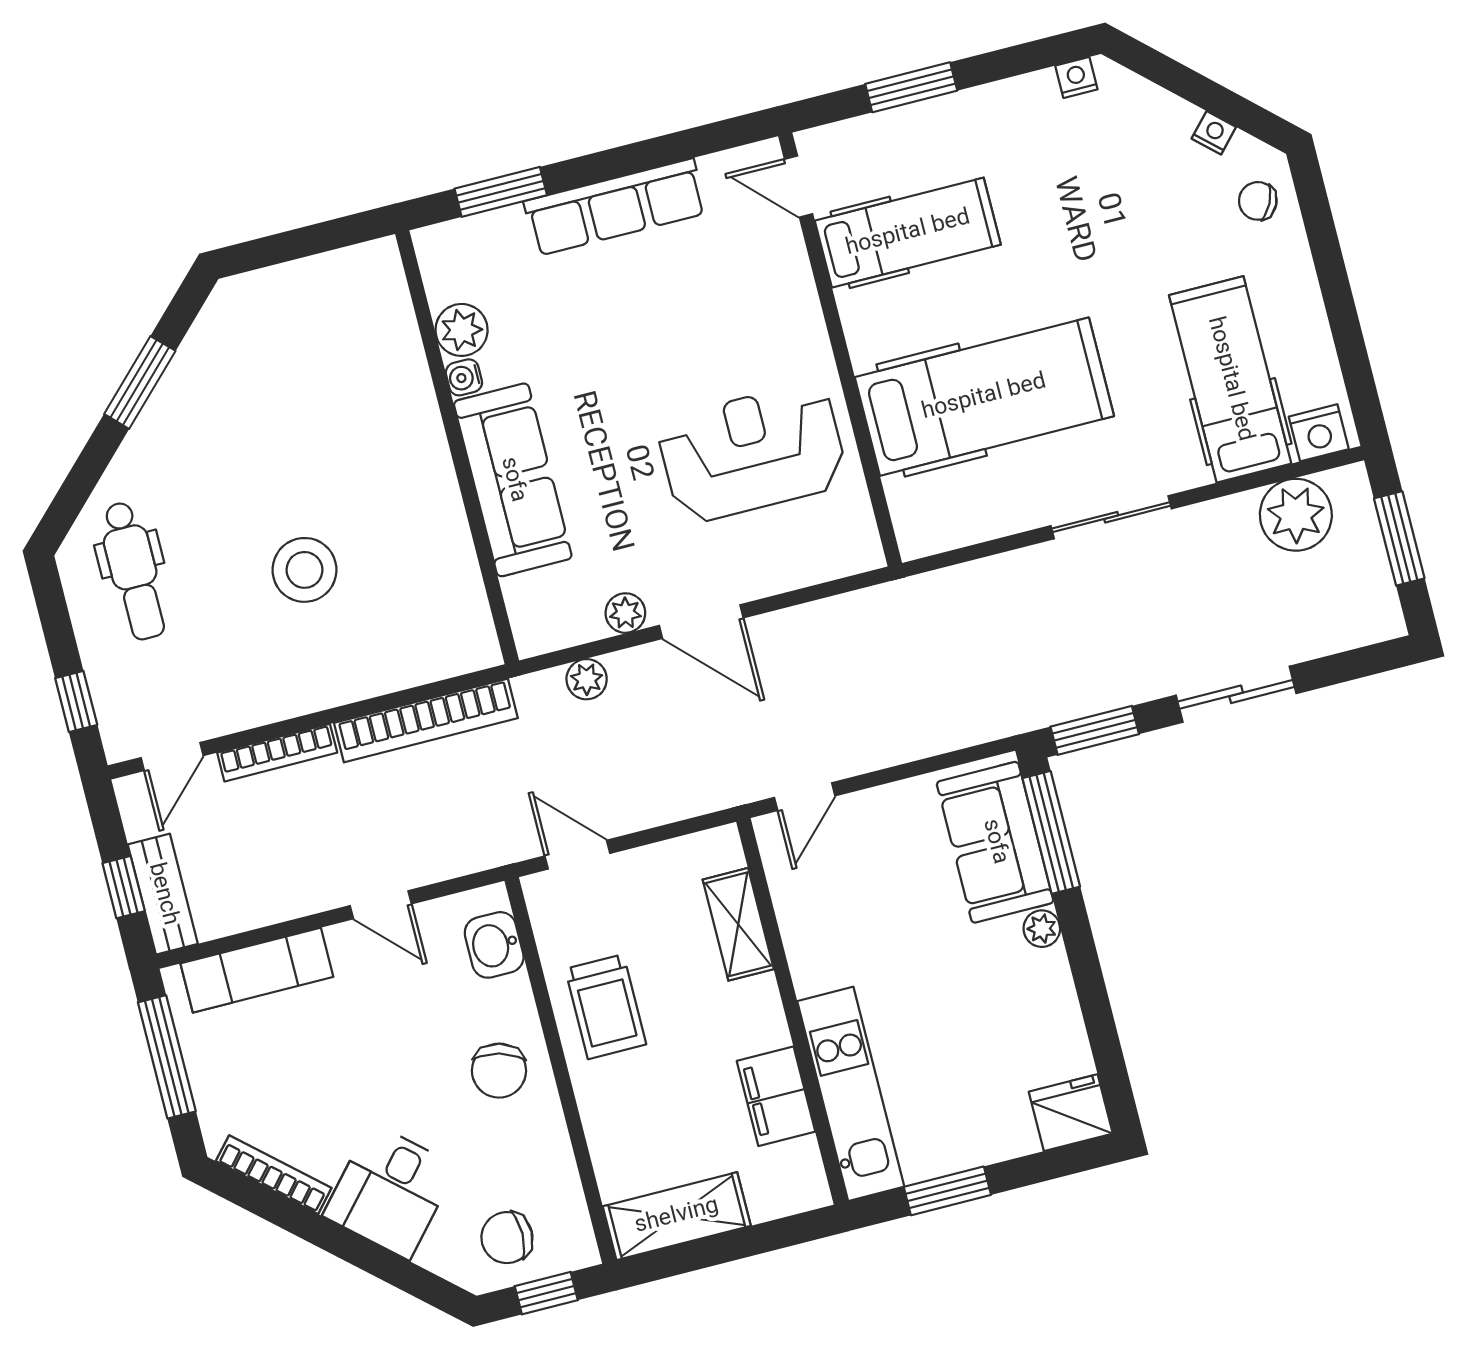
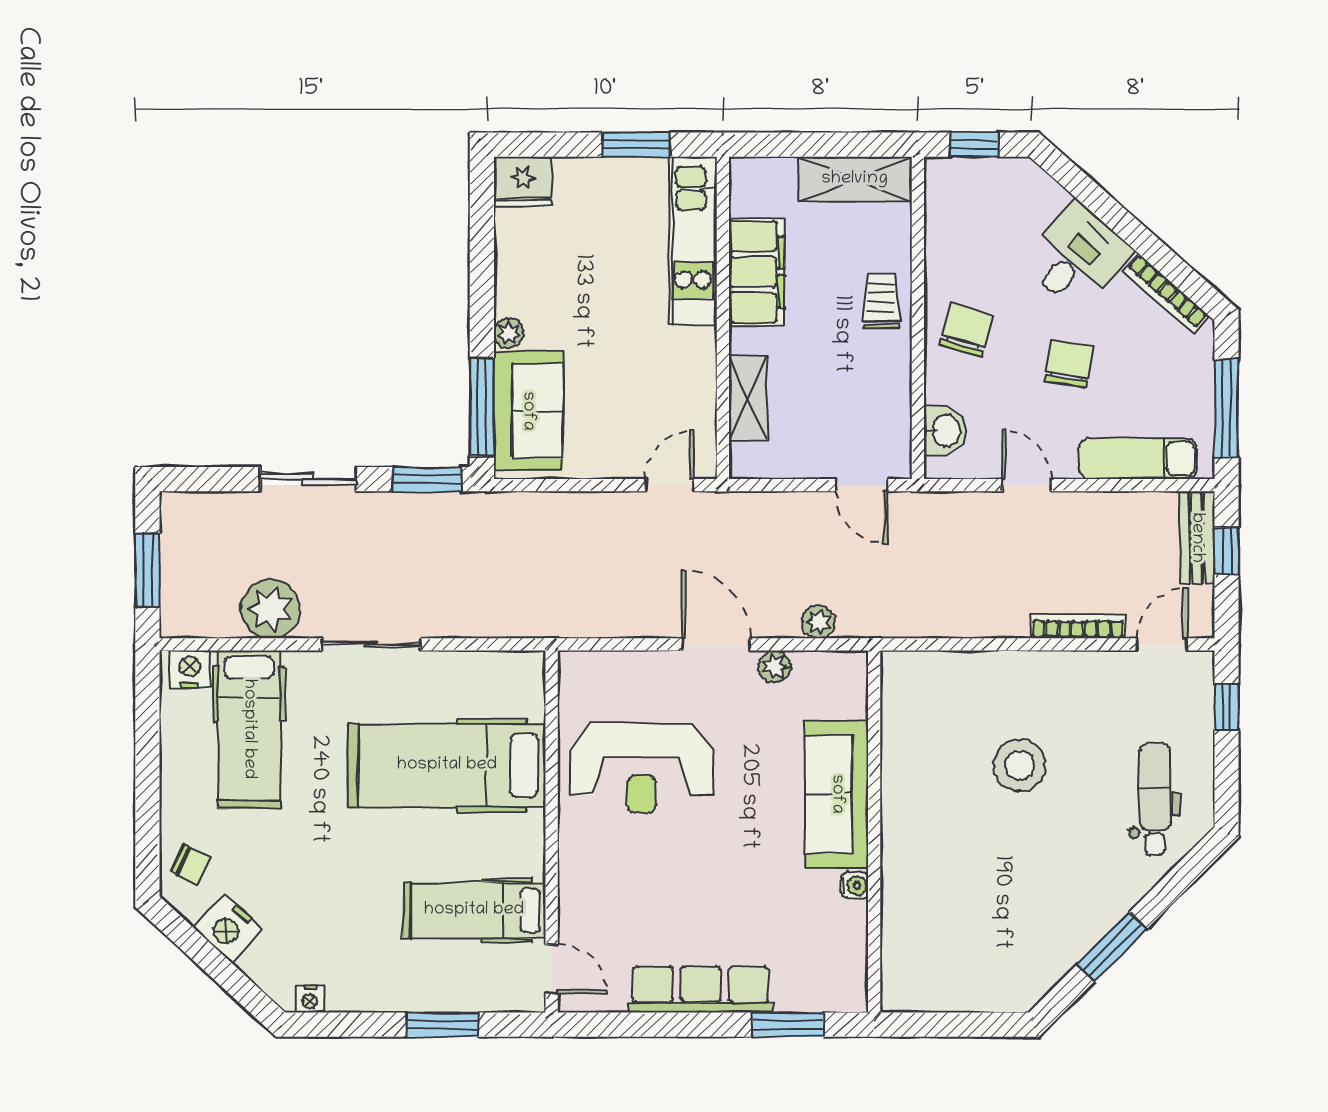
nightstand: (1214, 133) -> (228, 928), width x1.89, depth x1.79
plant: (462, 330) -> (847, 923), removed
plant: (1296, 515) -> (270, 609), moved
bookcase: (426, 720) -> (954, 622), removed
trolley: (606, 1007) -> (881, 301), moved, width x0.73, depth x0.72
filing cabinet: (776, 1096) -> (757, 272), width x1.50, depth x1.17
chair: (507, 1238) -> (1069, 364), moved, turned -81

